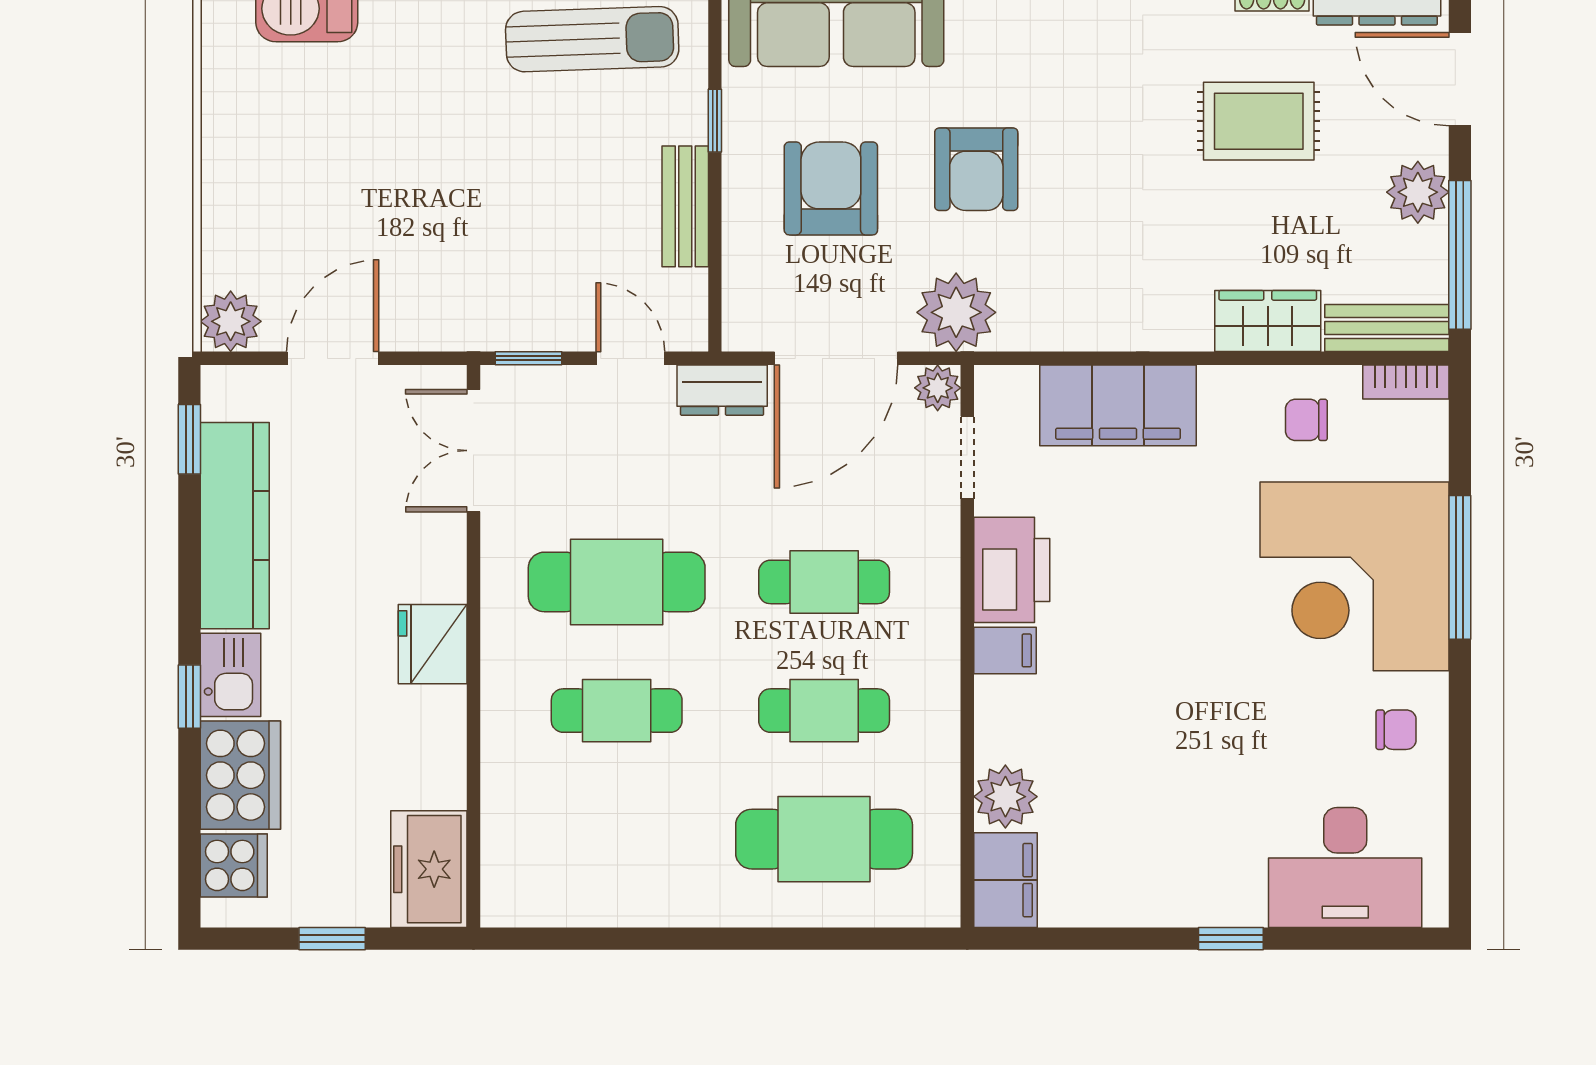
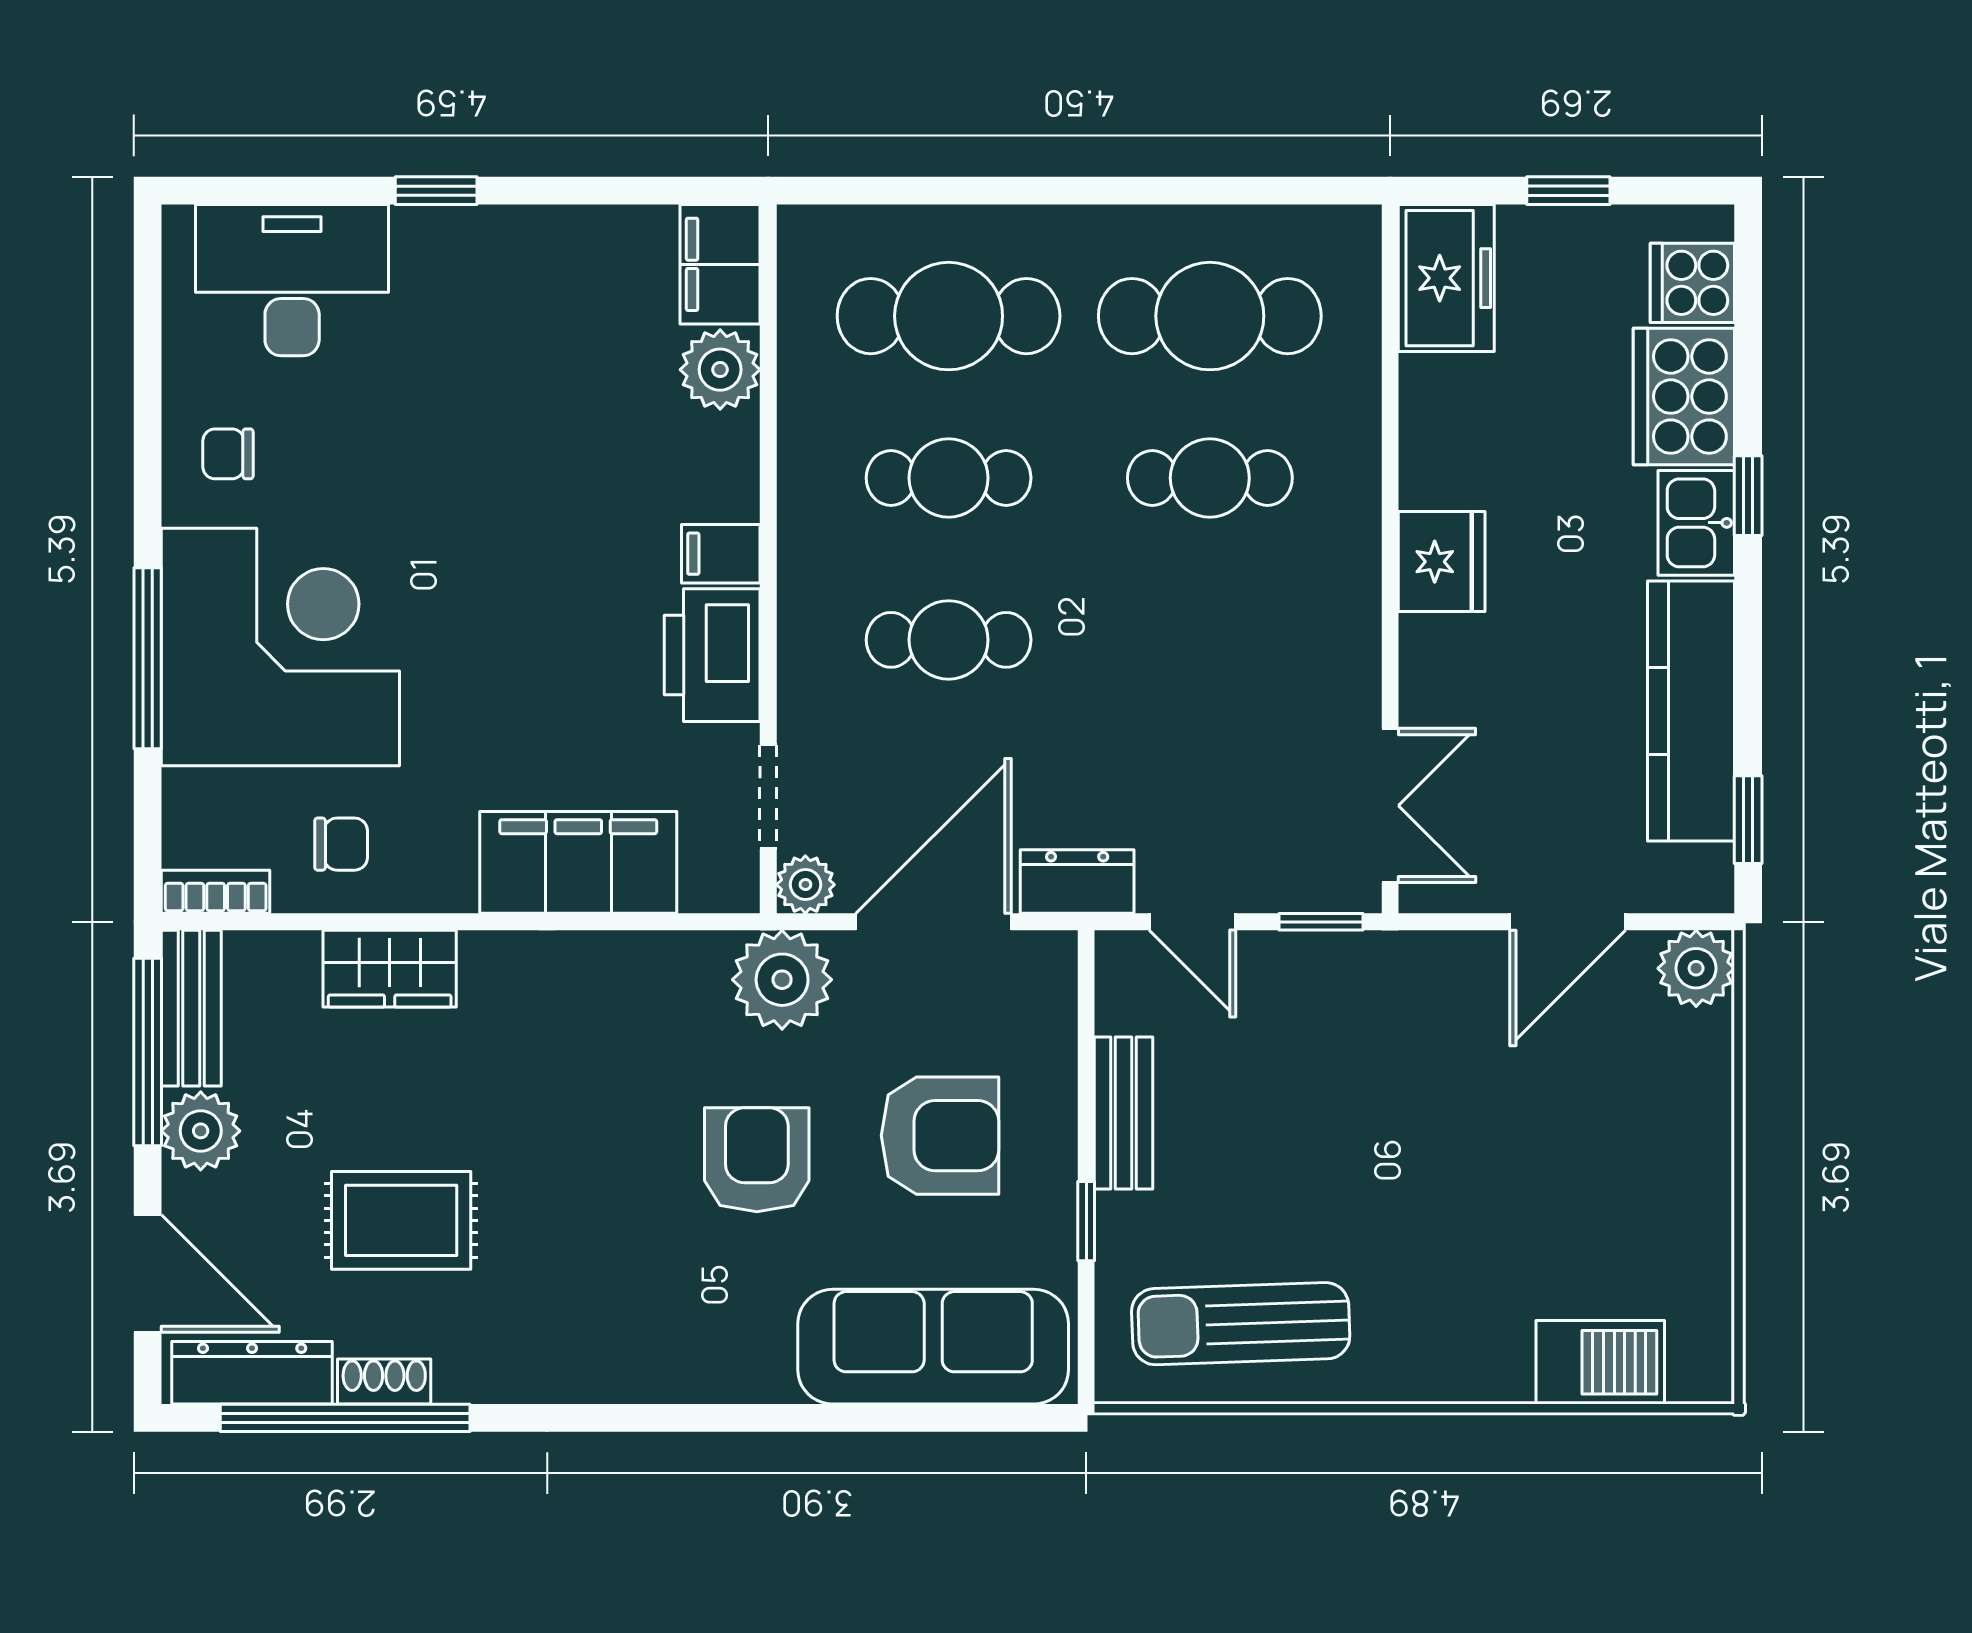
armchair: (831, 188) -> (940, 1136), turned -90
bench: (1387, 328) -> (191, 1008), moved, turned 90
cafe table: (617, 582) -> (1210, 316), moved

